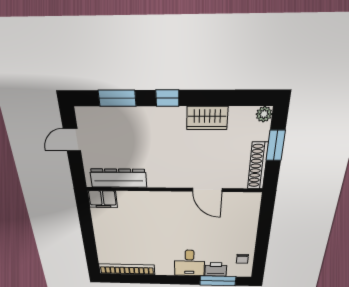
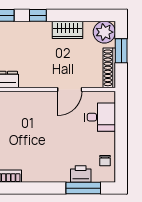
plant: (264, 114) -> (104, 32), width x1.88, depth x1.88
door: (207, 190) -> (70, 89), hinge flipped
desk: (189, 263) -> (100, 117), moved, turned -90

